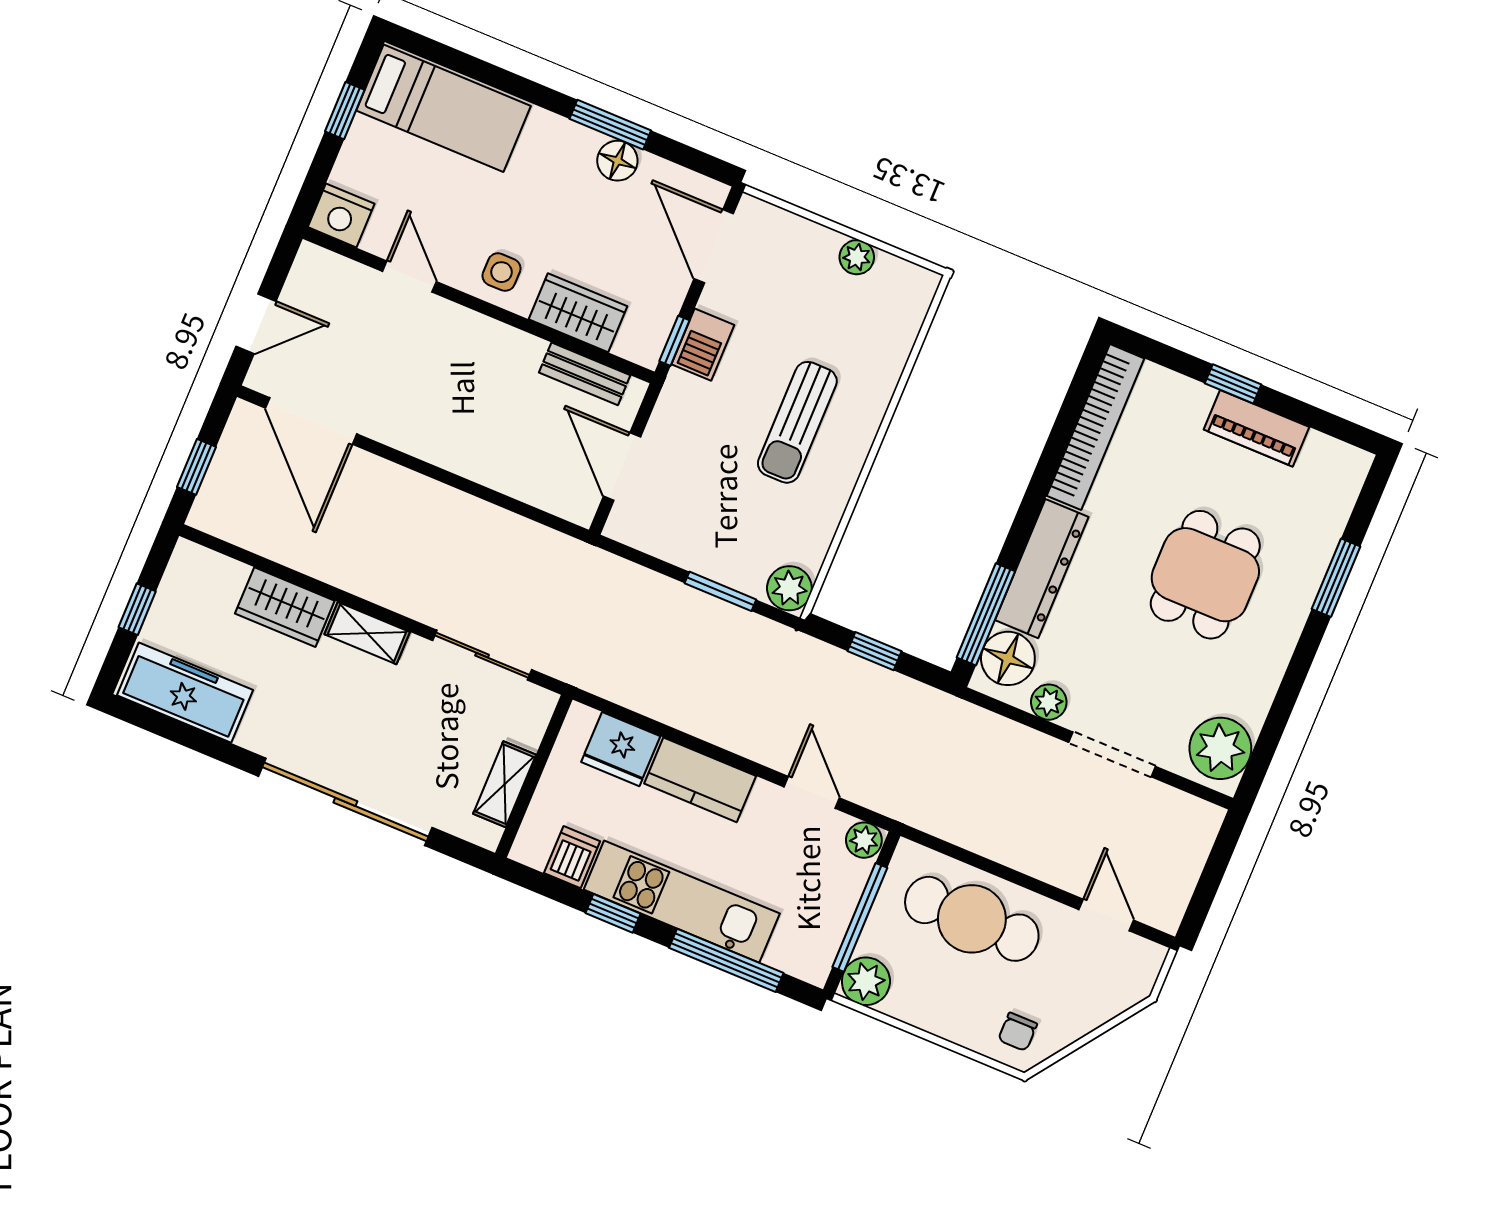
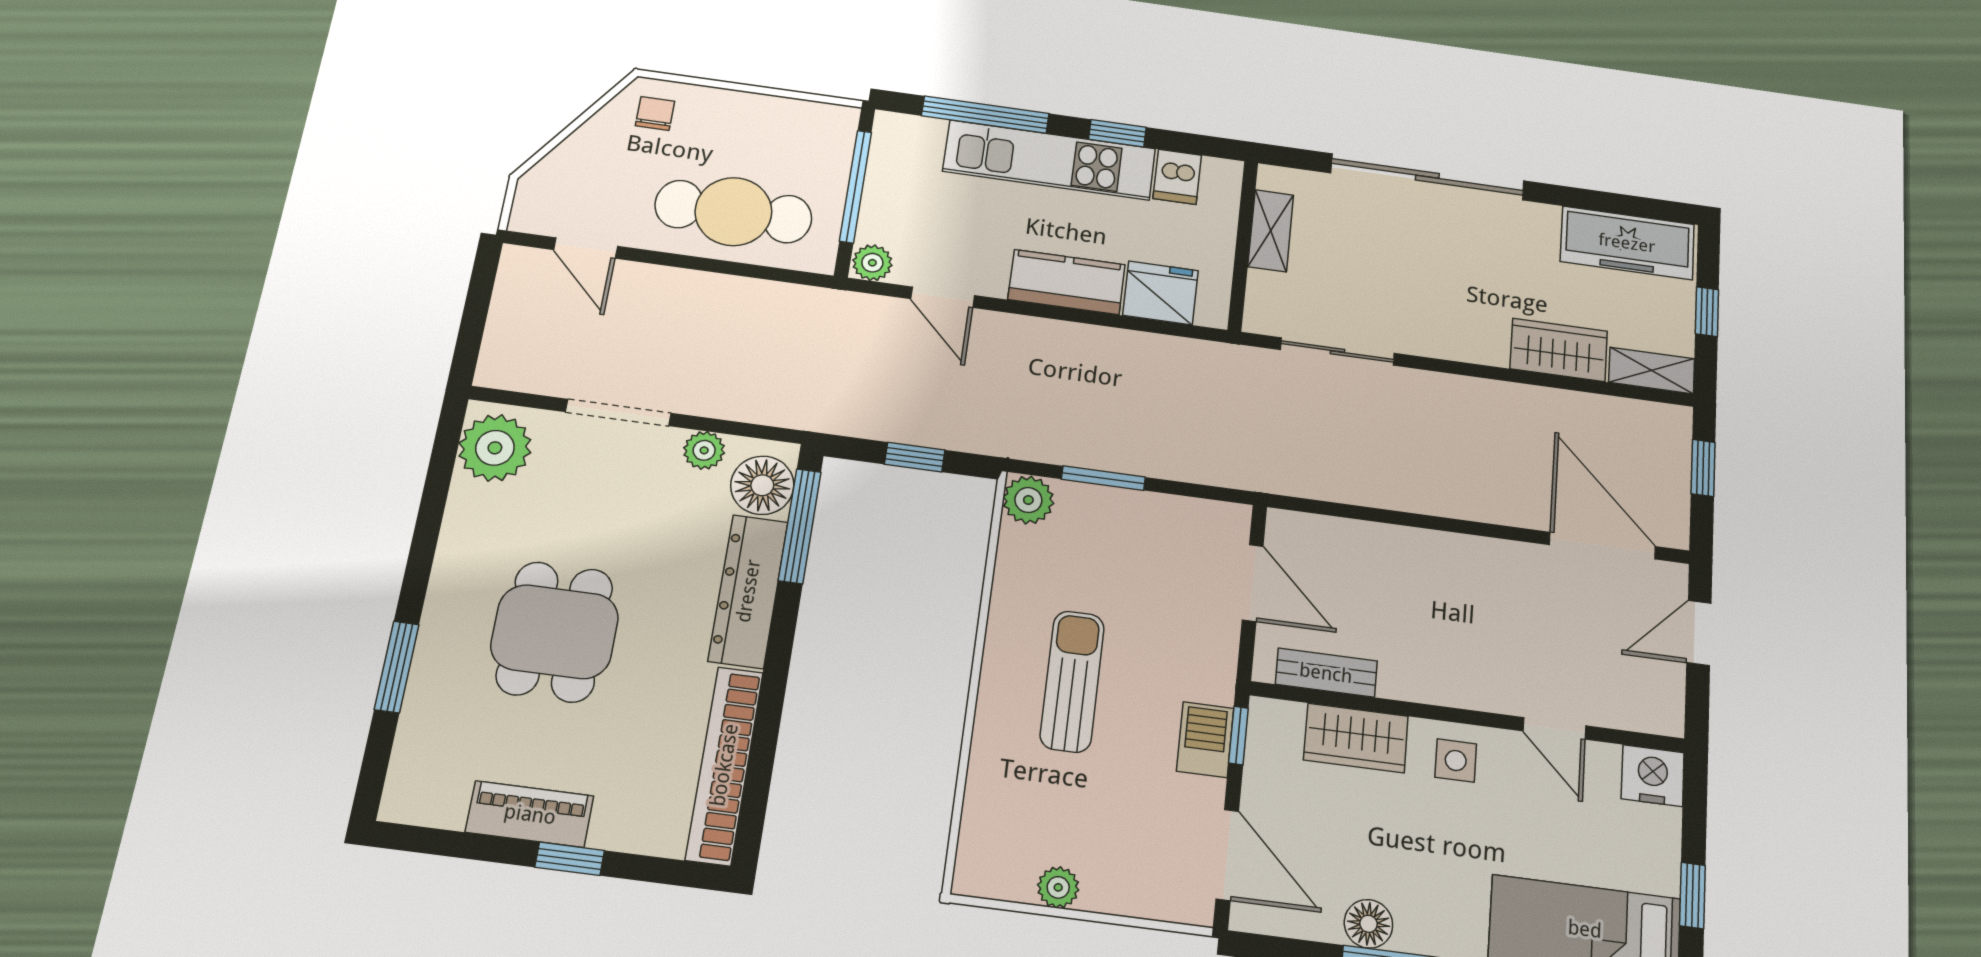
shelving: (367, 633) -> (1652, 371), moved
plant: (866, 981) -> (832, 127), removed

